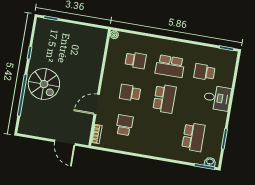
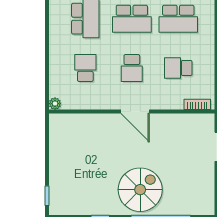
school desk: (164, 99) -> (132, 19), turned 180
door: (97, 104) -> (135, 112), moved
school desk: (159, 131) -> (178, 19), added

